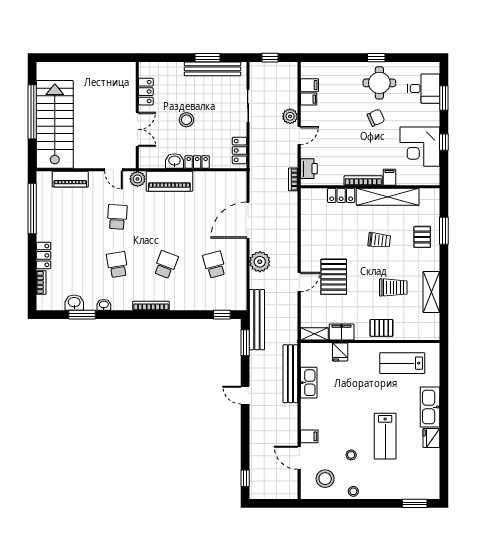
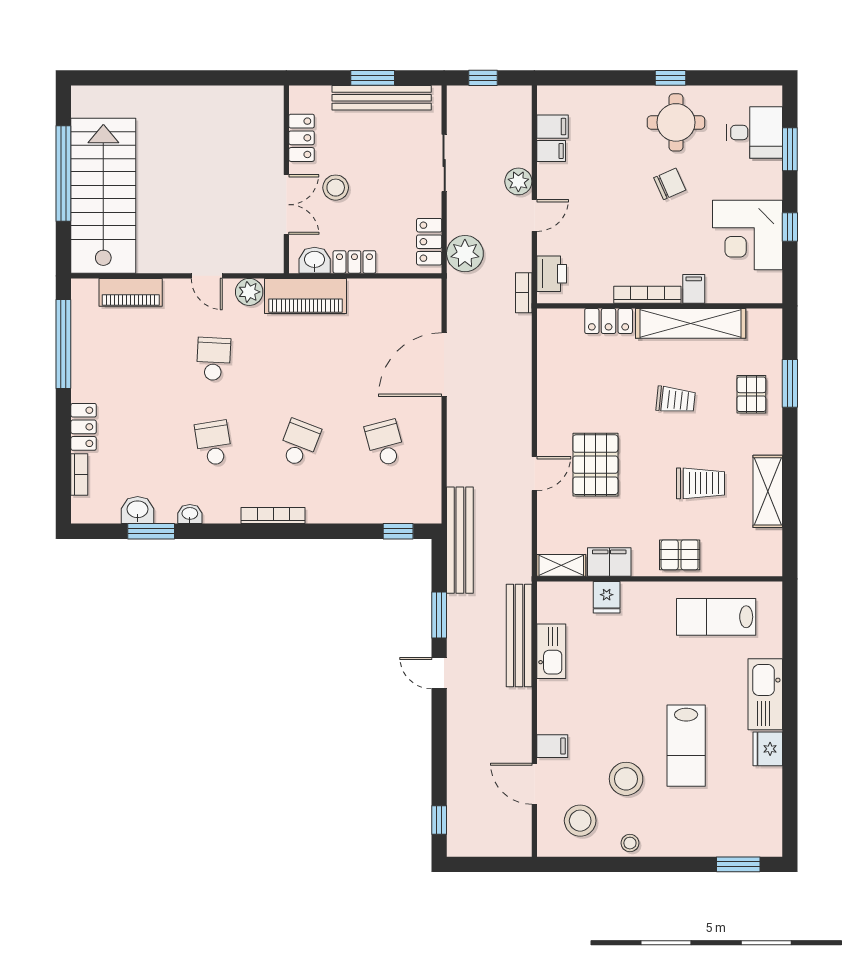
locker: (146, 92) -> (302, 138), moved
wall: (137, 115) -> (286, 179), moved
double door: (137, 129) -> (286, 205), moved
plant: (260, 262) -> (465, 254), moved
window: (245, 343) -> (439, 615), moved
stool: (351, 455) -> (626, 779), width x1.89, depth x1.89

